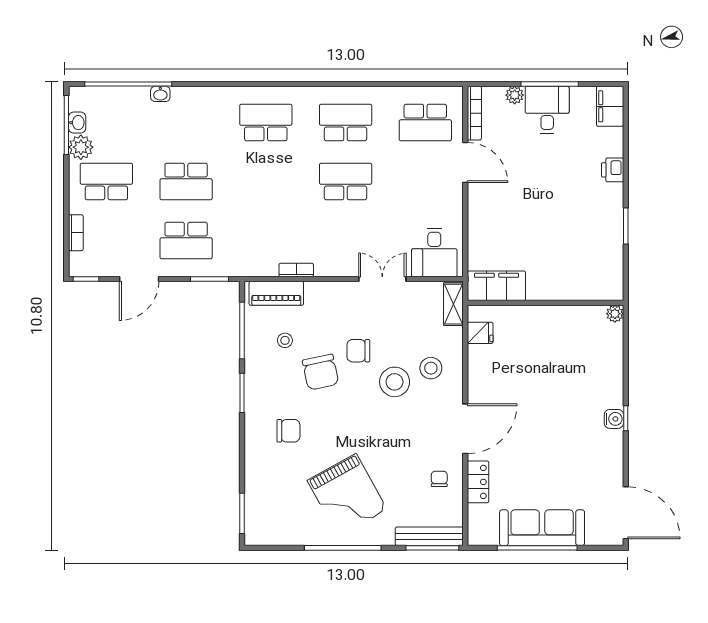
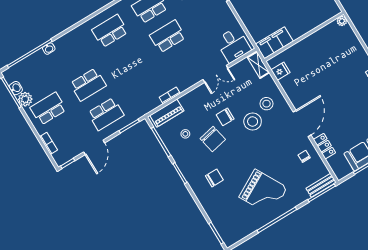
double door: (382, 279) -> (215, 74), swing flipped
bench: (429, 536) -> (321, 185), width x0.73

